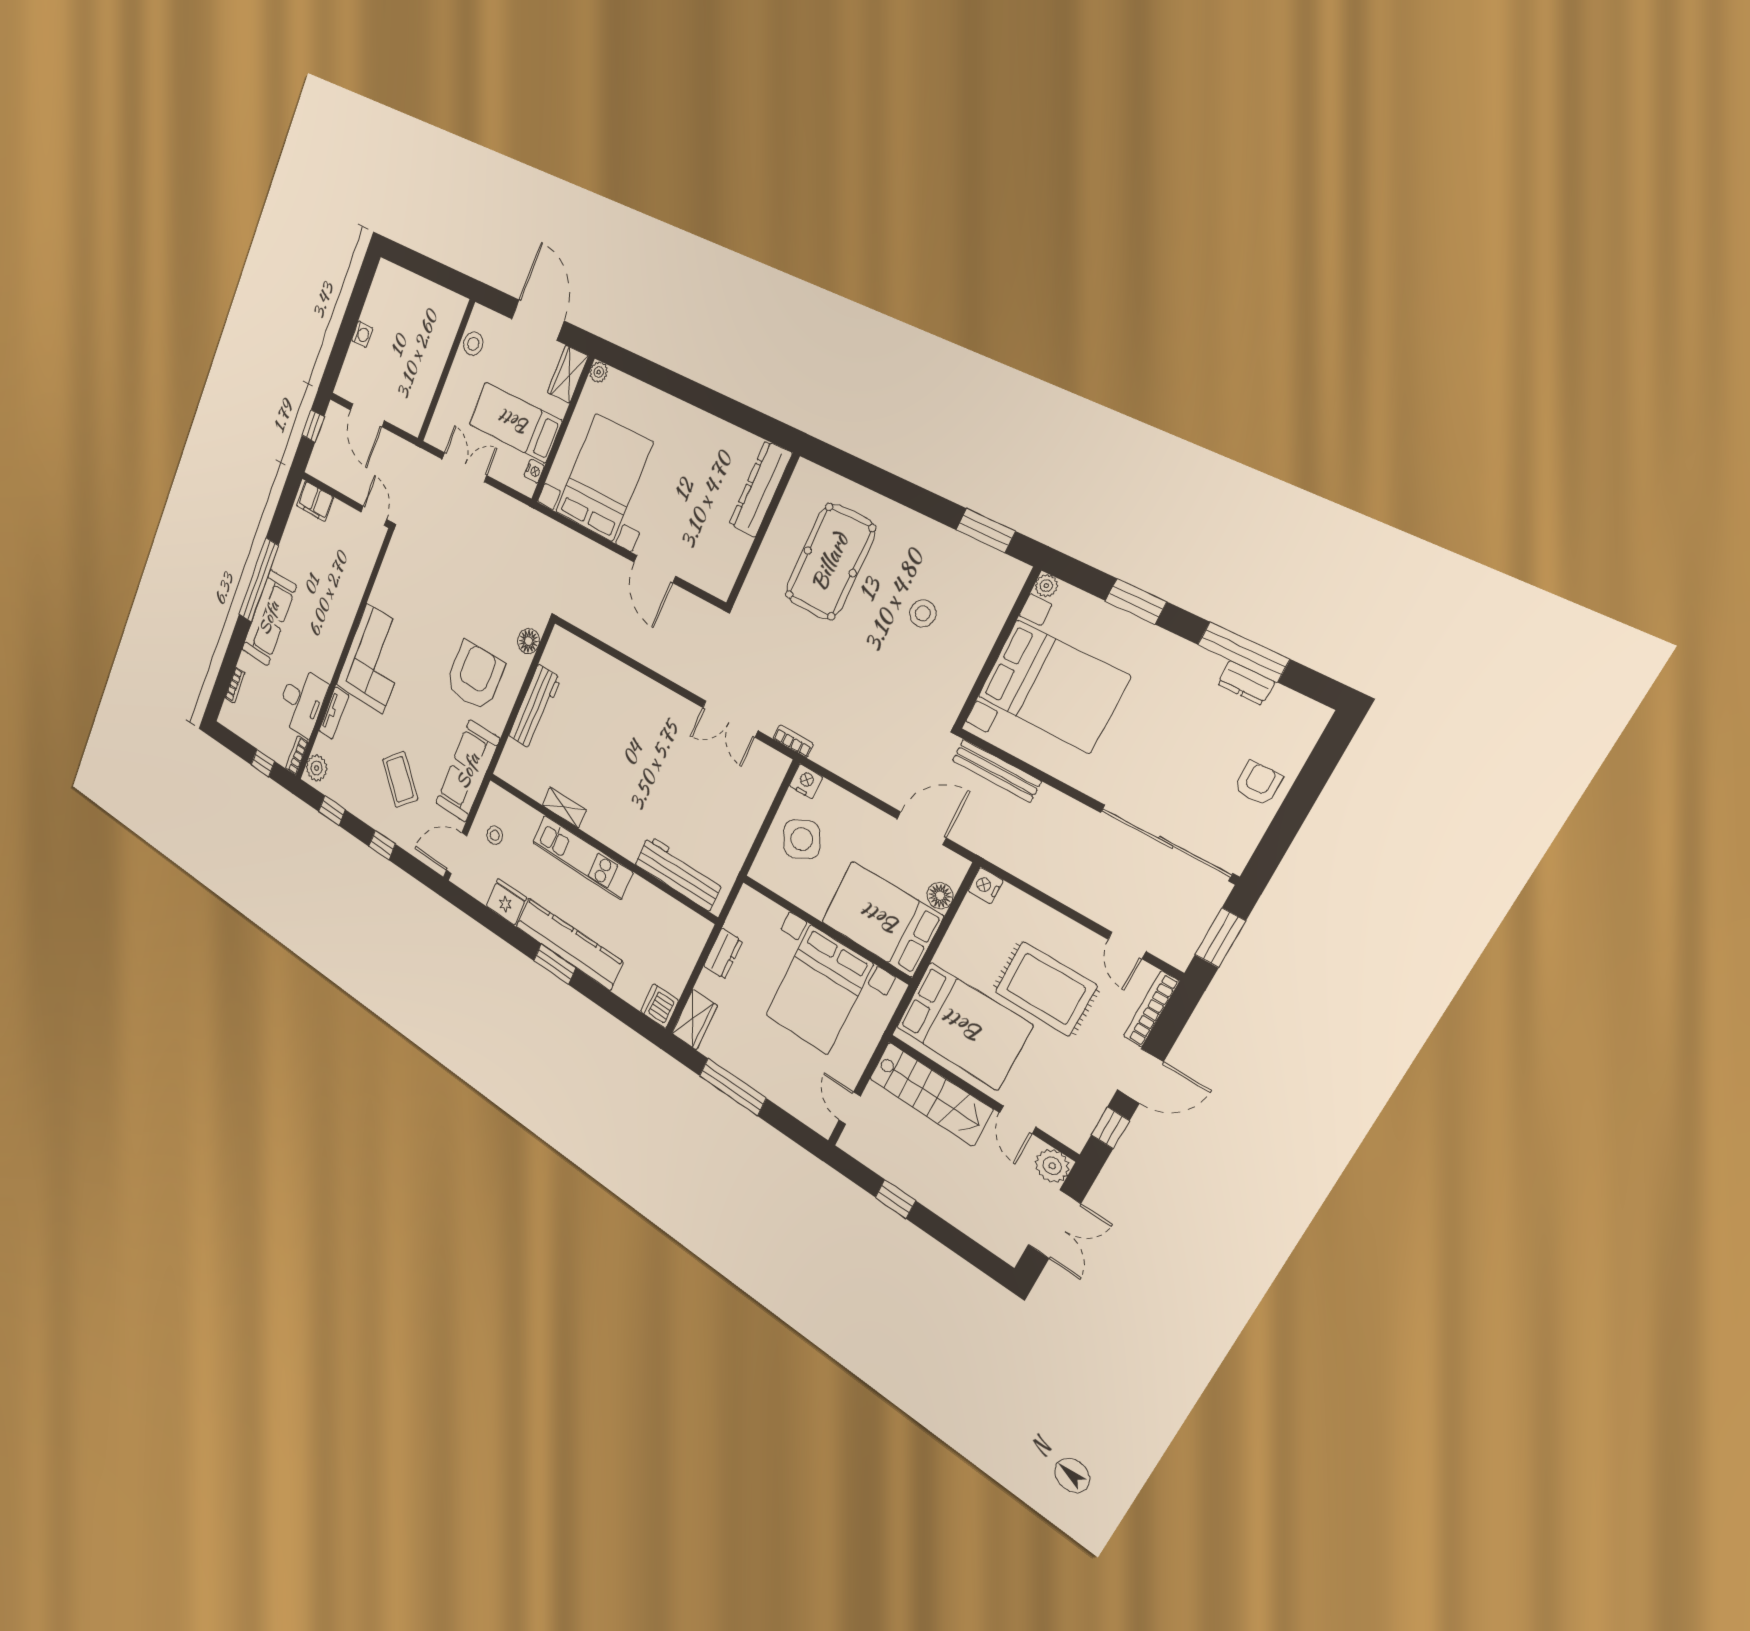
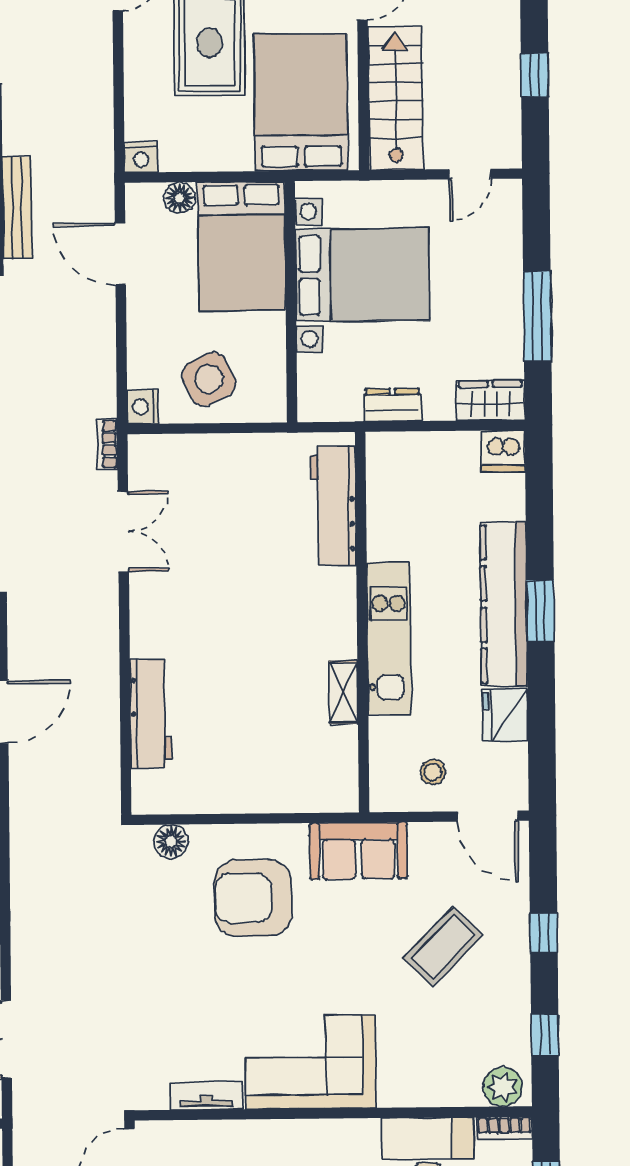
workbench: (535, 707) -> (151, 714), moved, turned 90
tv unit: (334, 713) -> (206, 1096), moved
sofa: (468, 771) -> (358, 851), width x0.73

